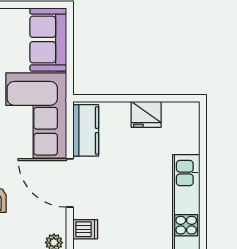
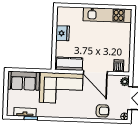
door: (70, 183) -> (95, 73), hinge flipped

